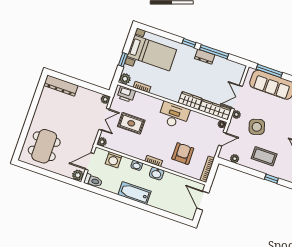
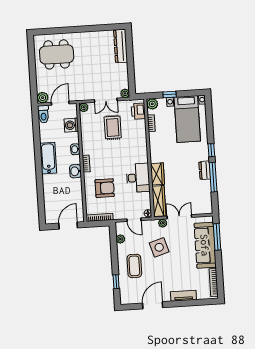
desk: (174, 115) -> (138, 178), moved
door: (90, 161) -> (60, 103), hinge flipped

